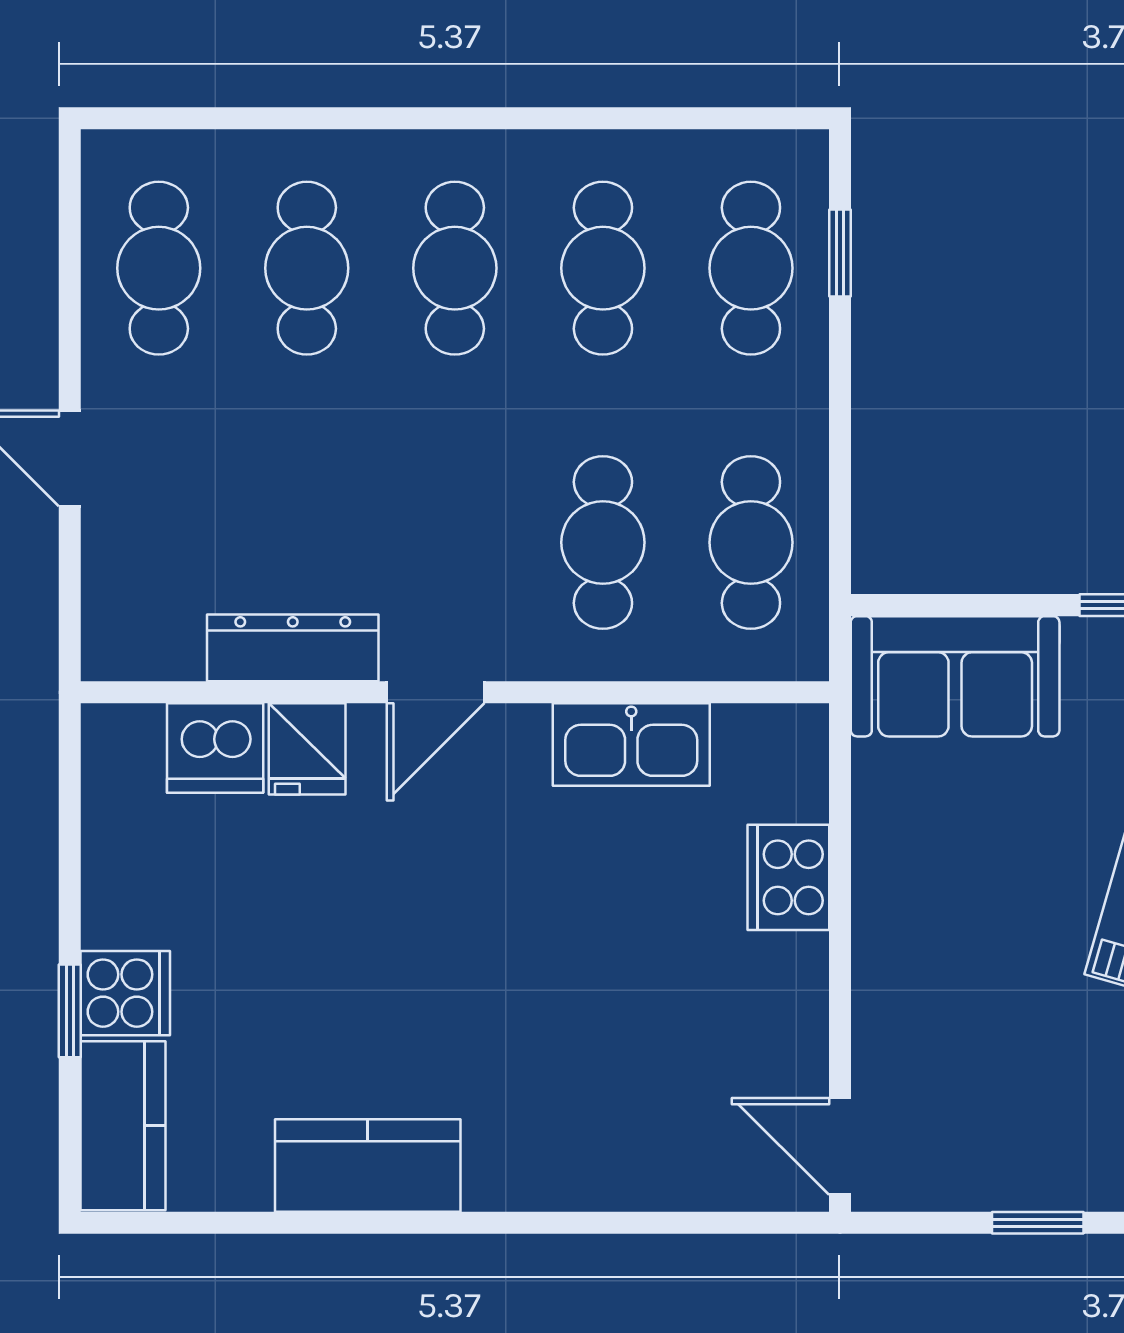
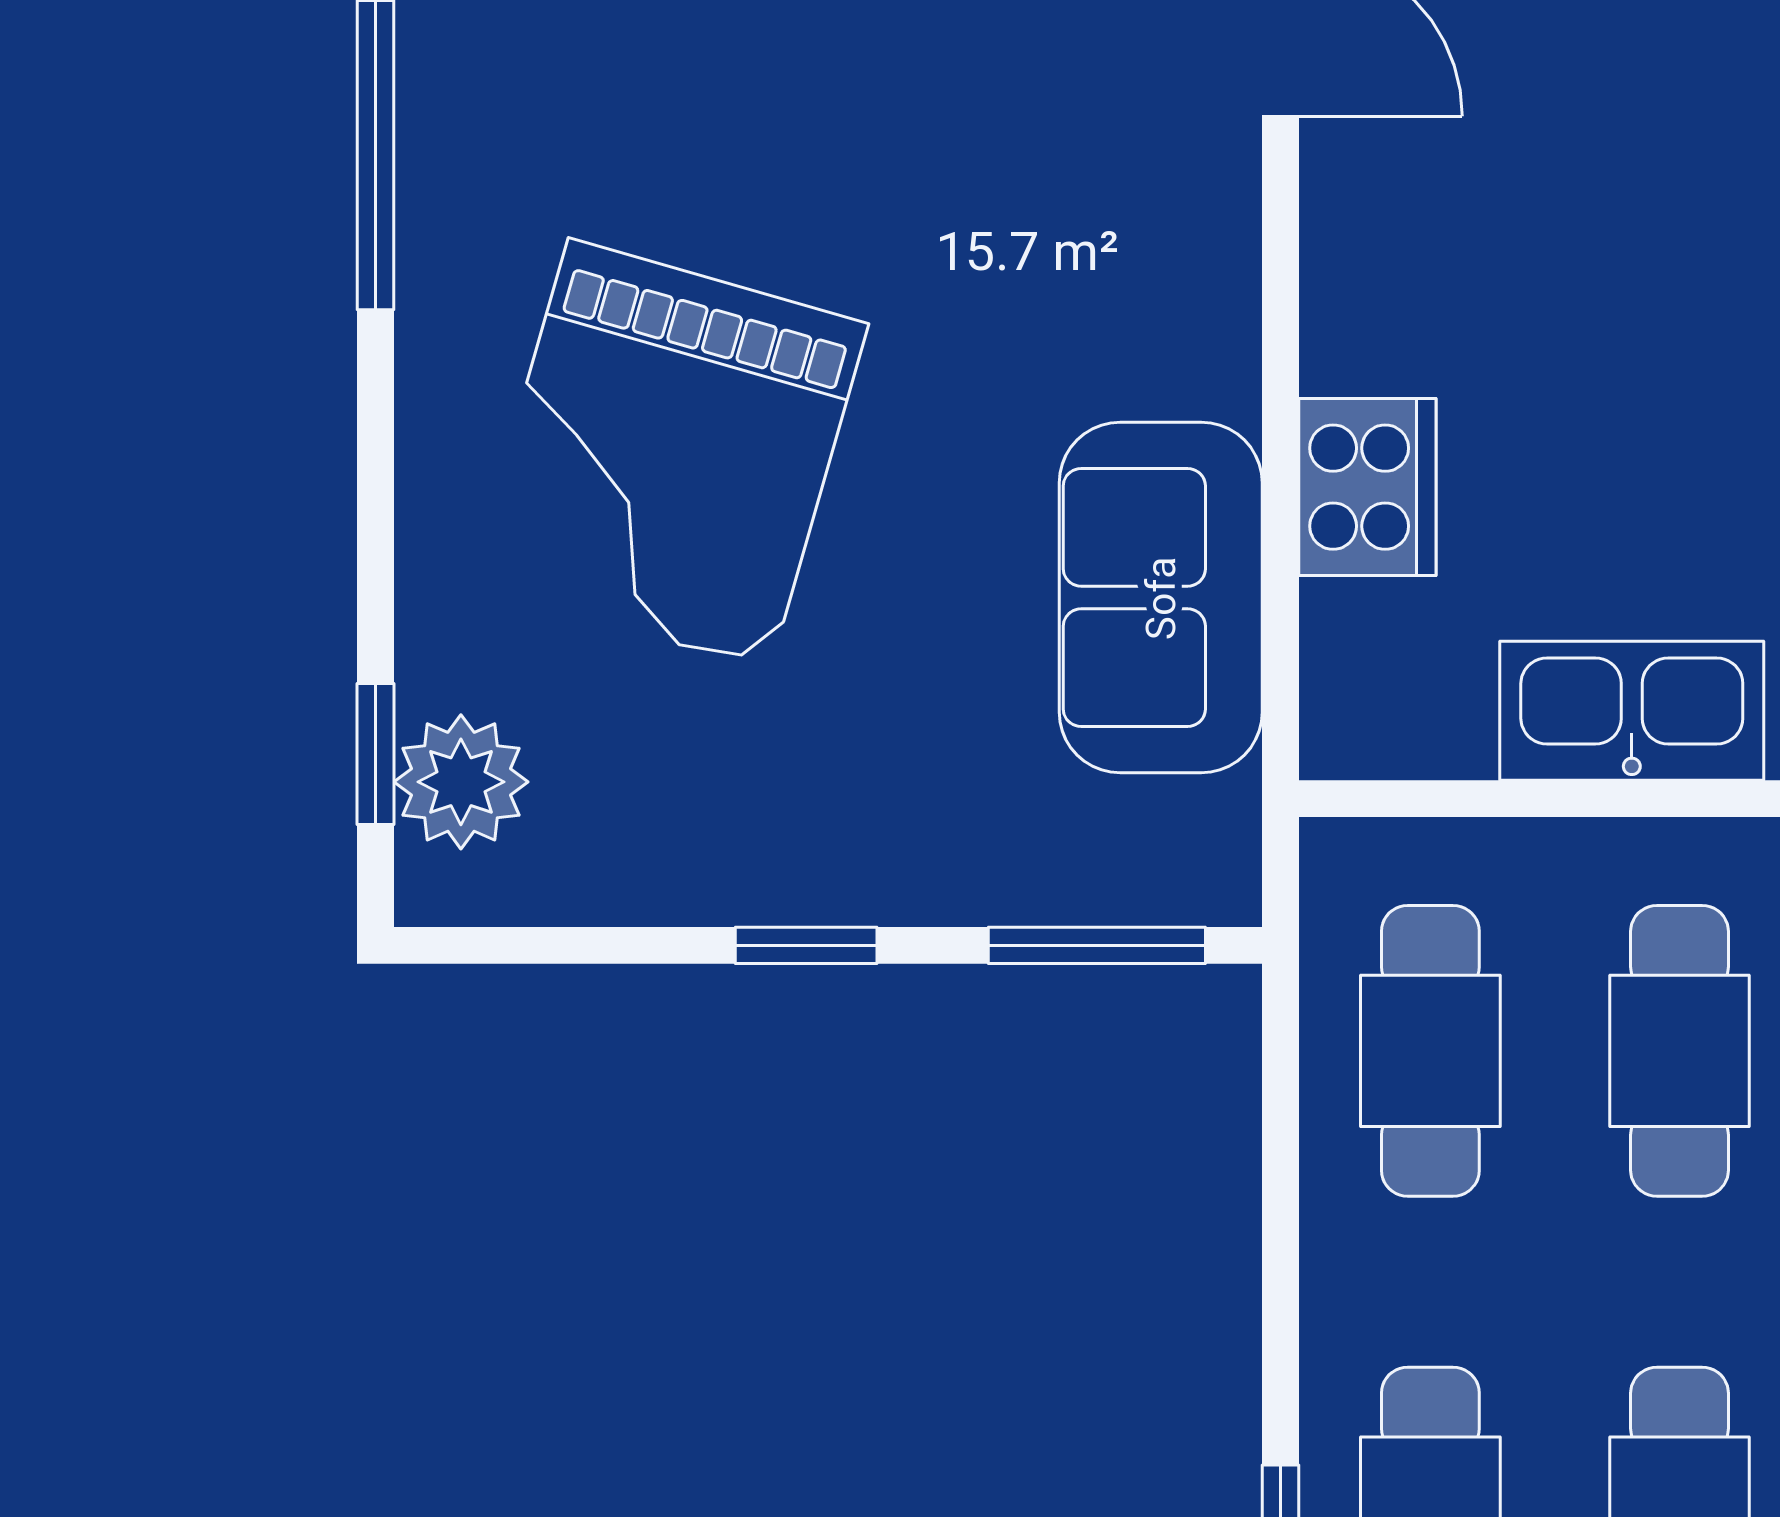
window: (949, 605) -> (1097, 945), added
sofa: (955, 676) -> (1161, 598), moved, turned -90

